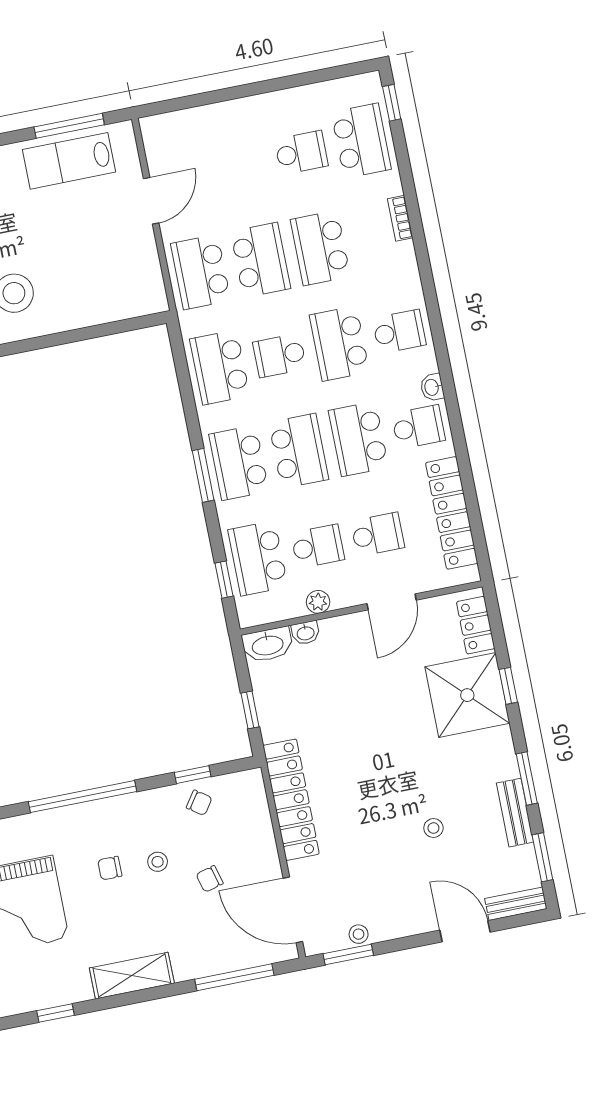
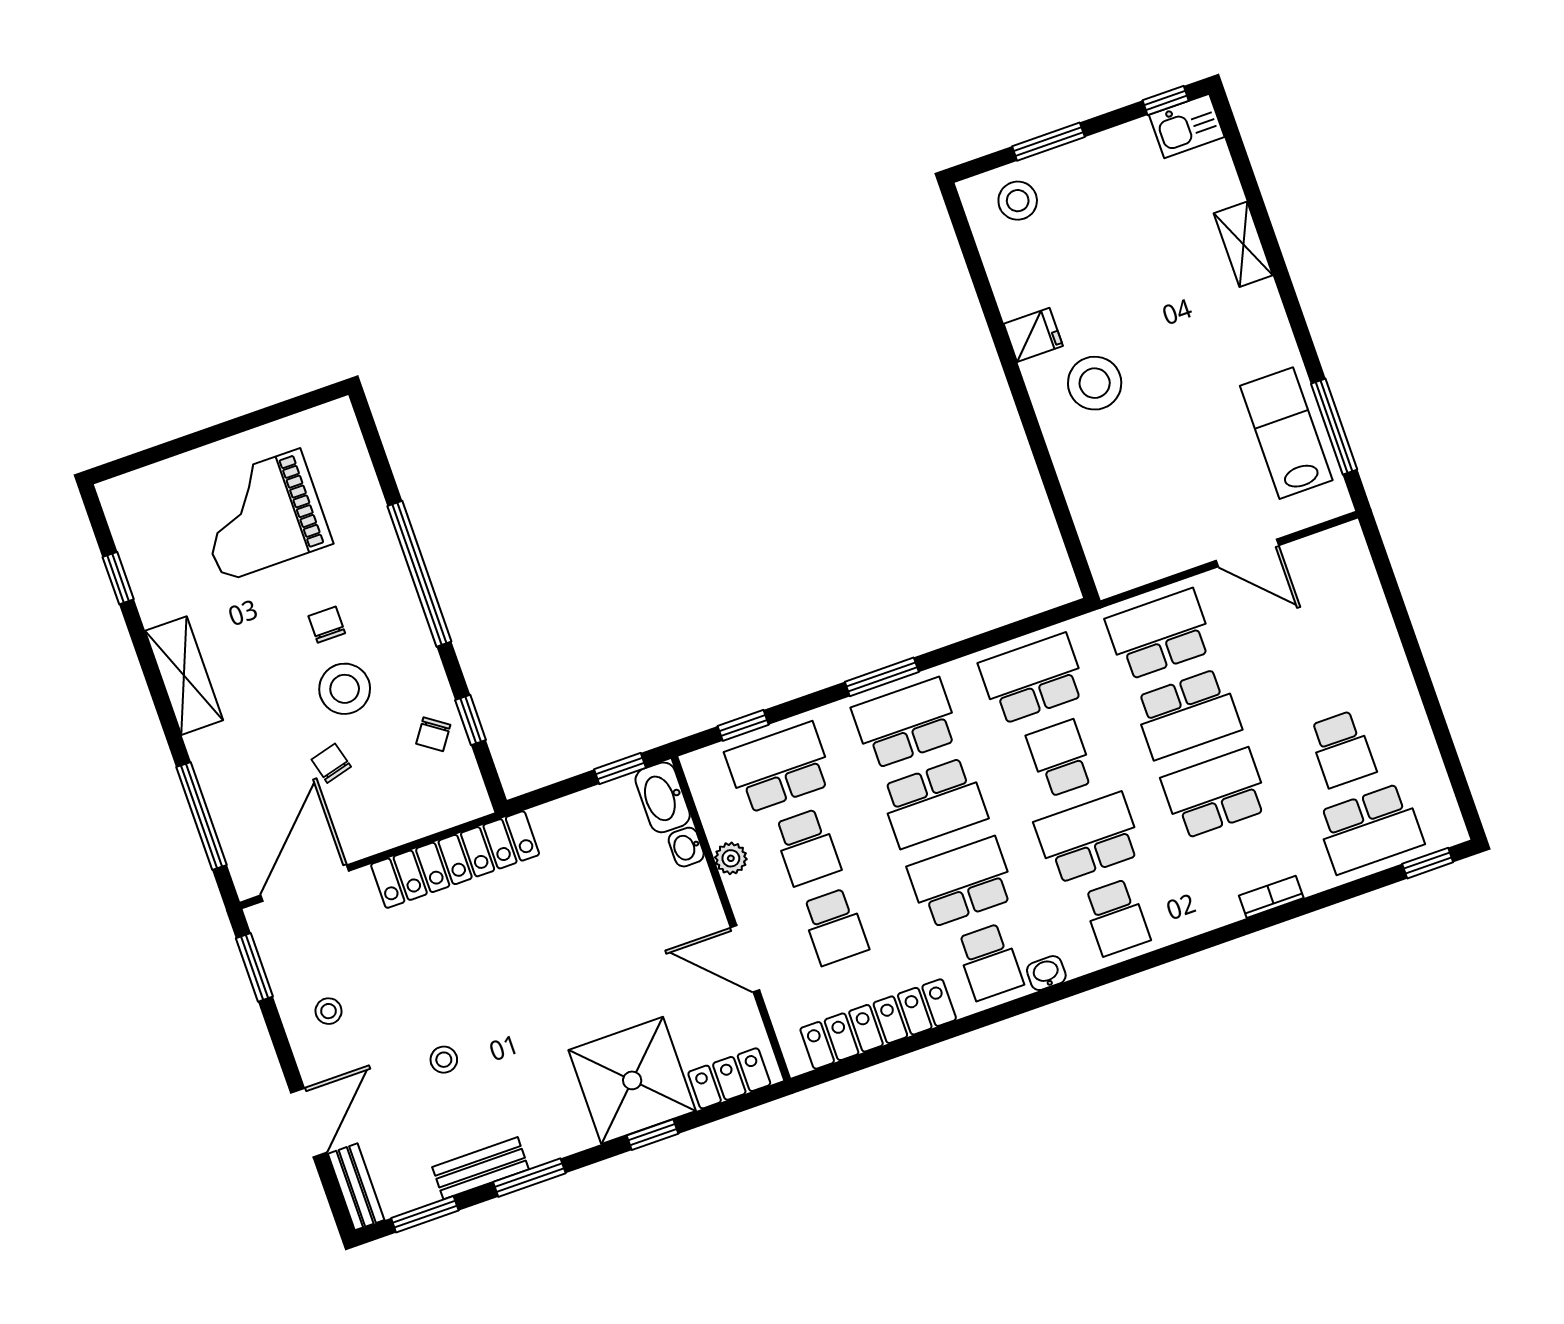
window: (250, 710) -> (620, 769), moved
stool: (158, 862) -> (345, 689), width x1.89, depth x1.89
stool: (359, 934) -> (329, 1011), moved

